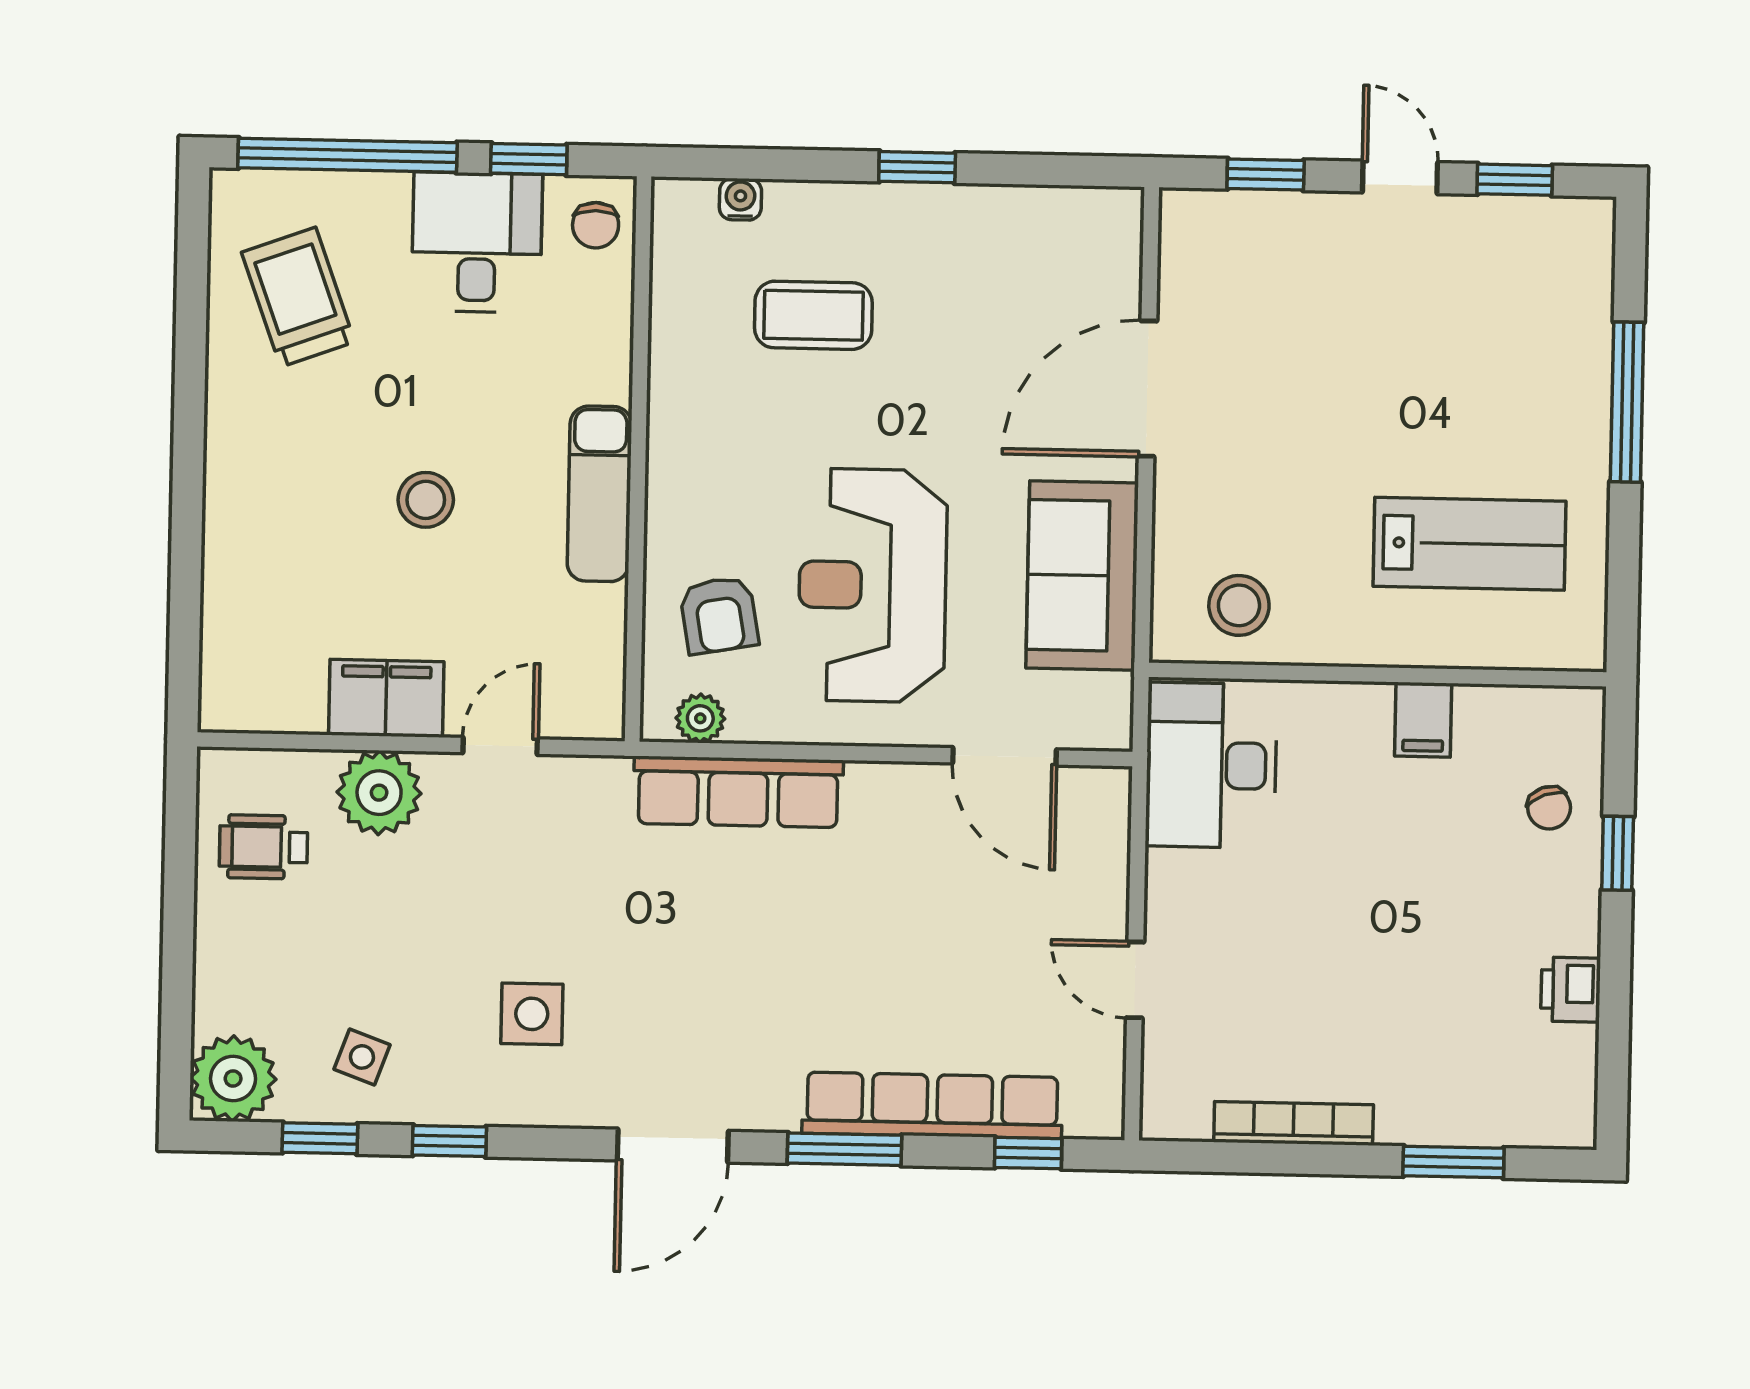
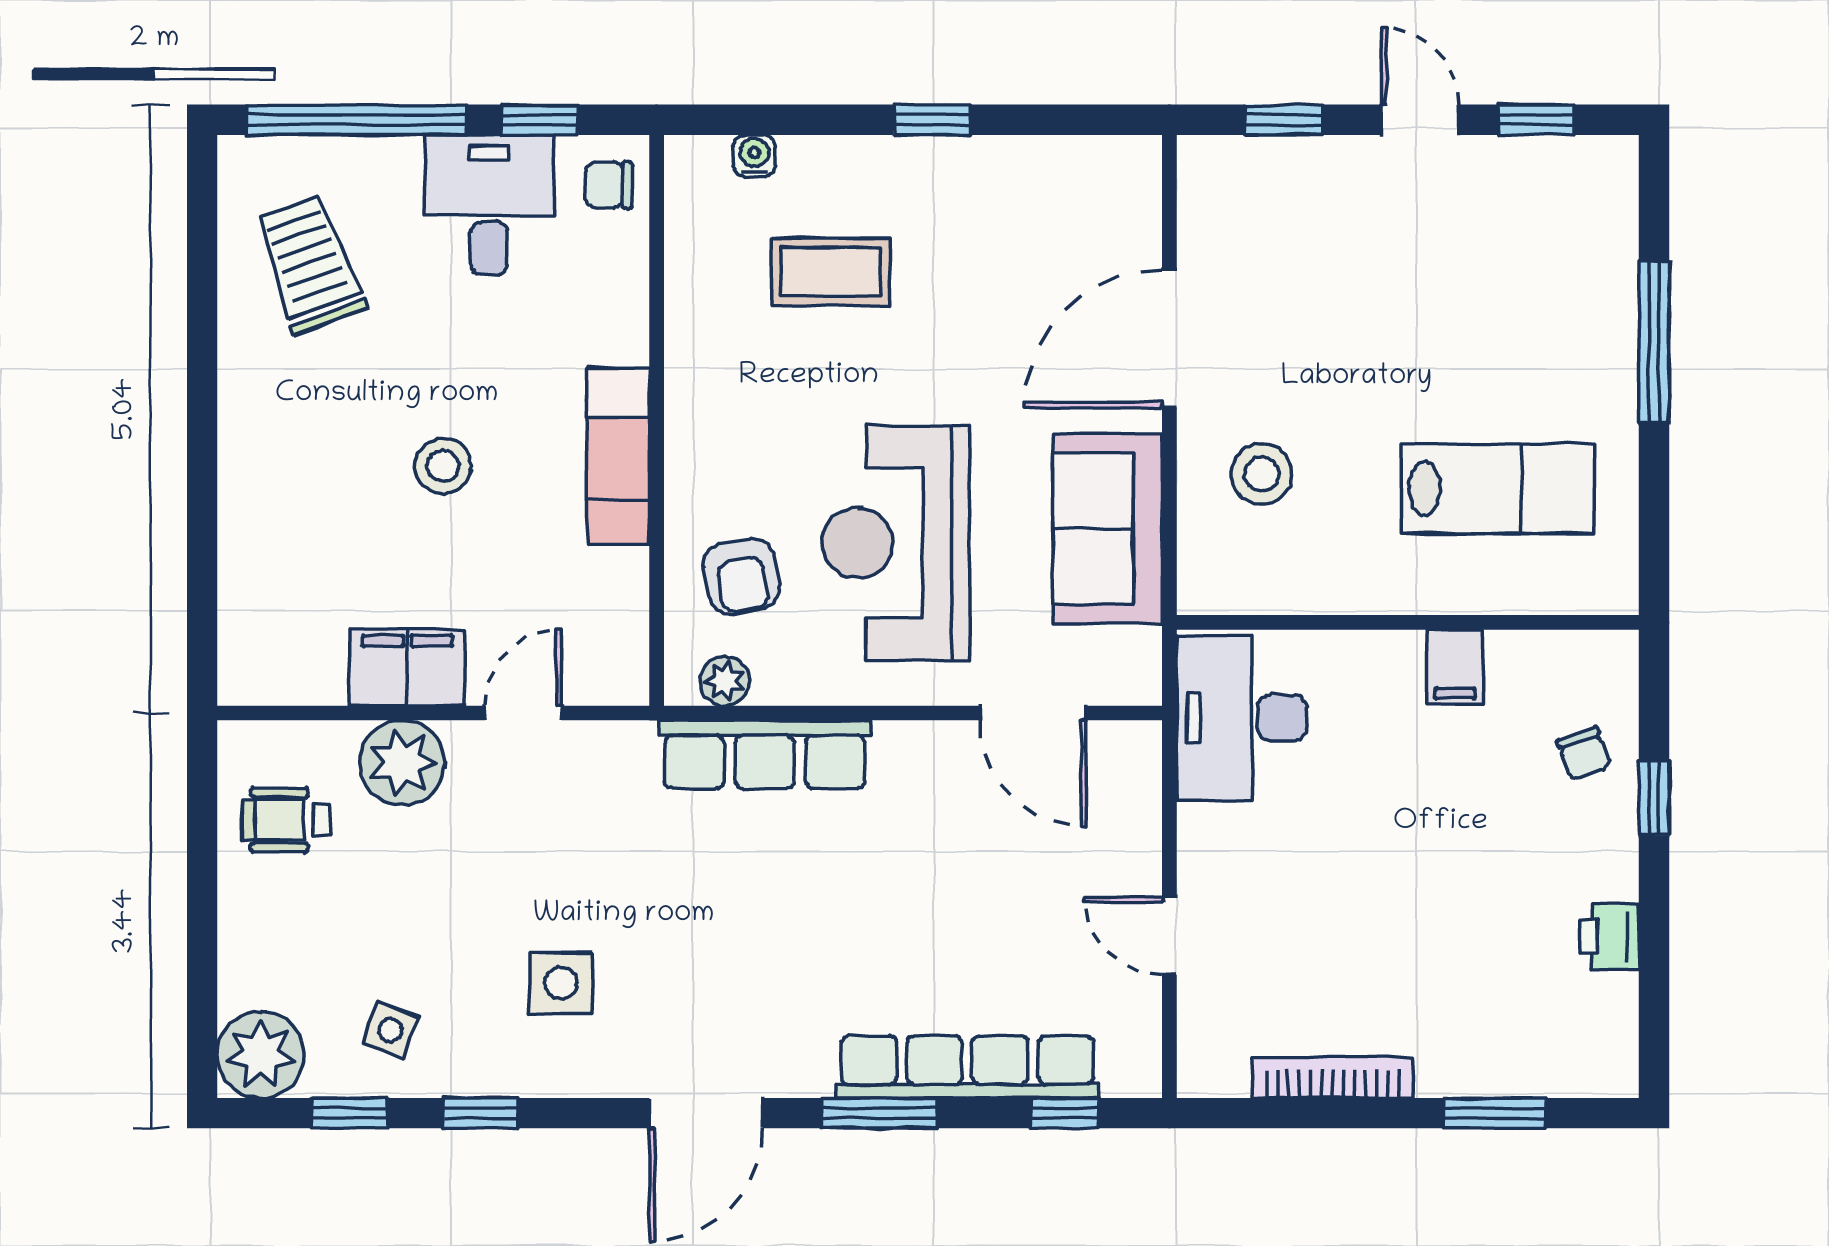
chair: (596, 225) -> (609, 185), turned 90
stool: (1239, 605) -> (1261, 474), moved

